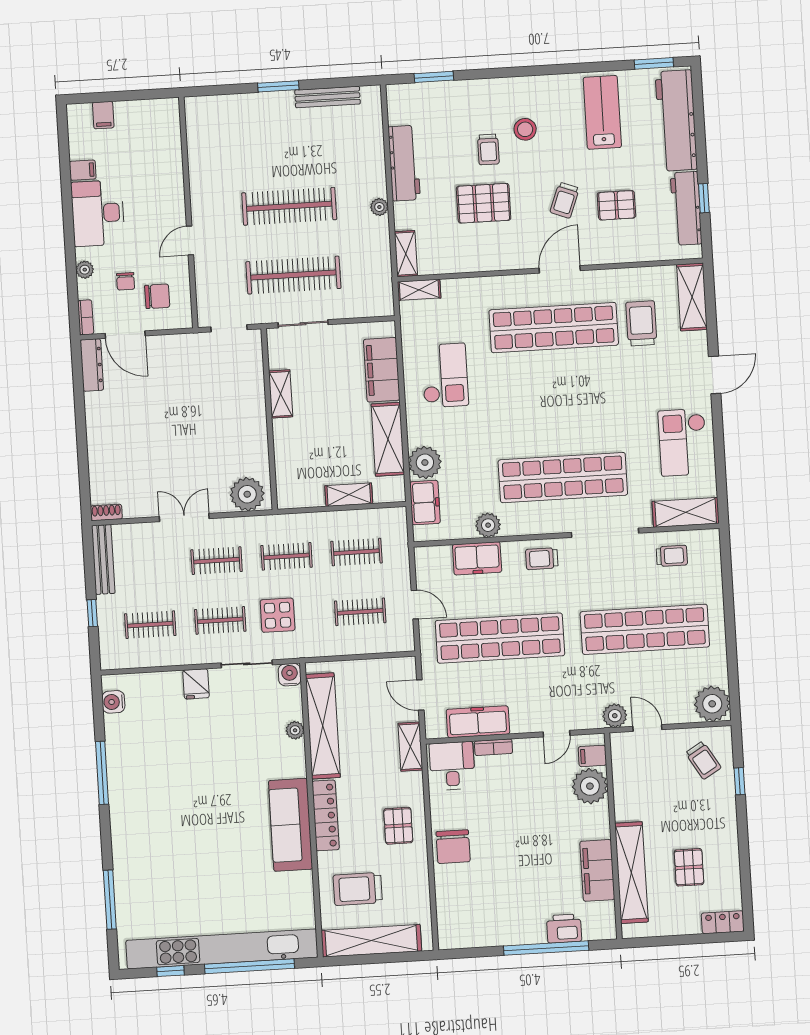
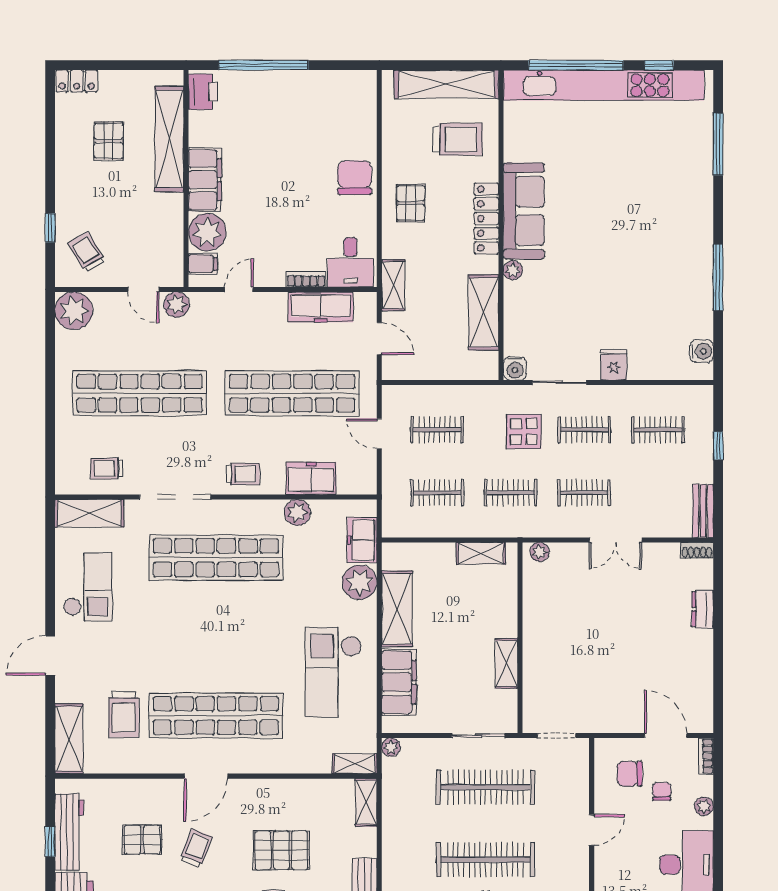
plant: (379, 207) -> (391, 747), moved
dresser: (92, 365) -> (703, 609), moved, width x0.70
checkout: (445, 375) -> (333, 672), width x1.36, depth x1.21
plant: (247, 494) -> (540, 552), width x0.53, depth x0.53
shelving: (349, 495) -> (481, 553), moved
bench: (103, 559) -> (703, 511), width x0.73
shelving: (323, 726) -> (484, 312), width x0.68
plant: (295, 730) -> (513, 270), moved
filing cabinet: (597, 870) -> (205, 180), moved
printer: (564, 928) -> (203, 92), moved, turned -90

